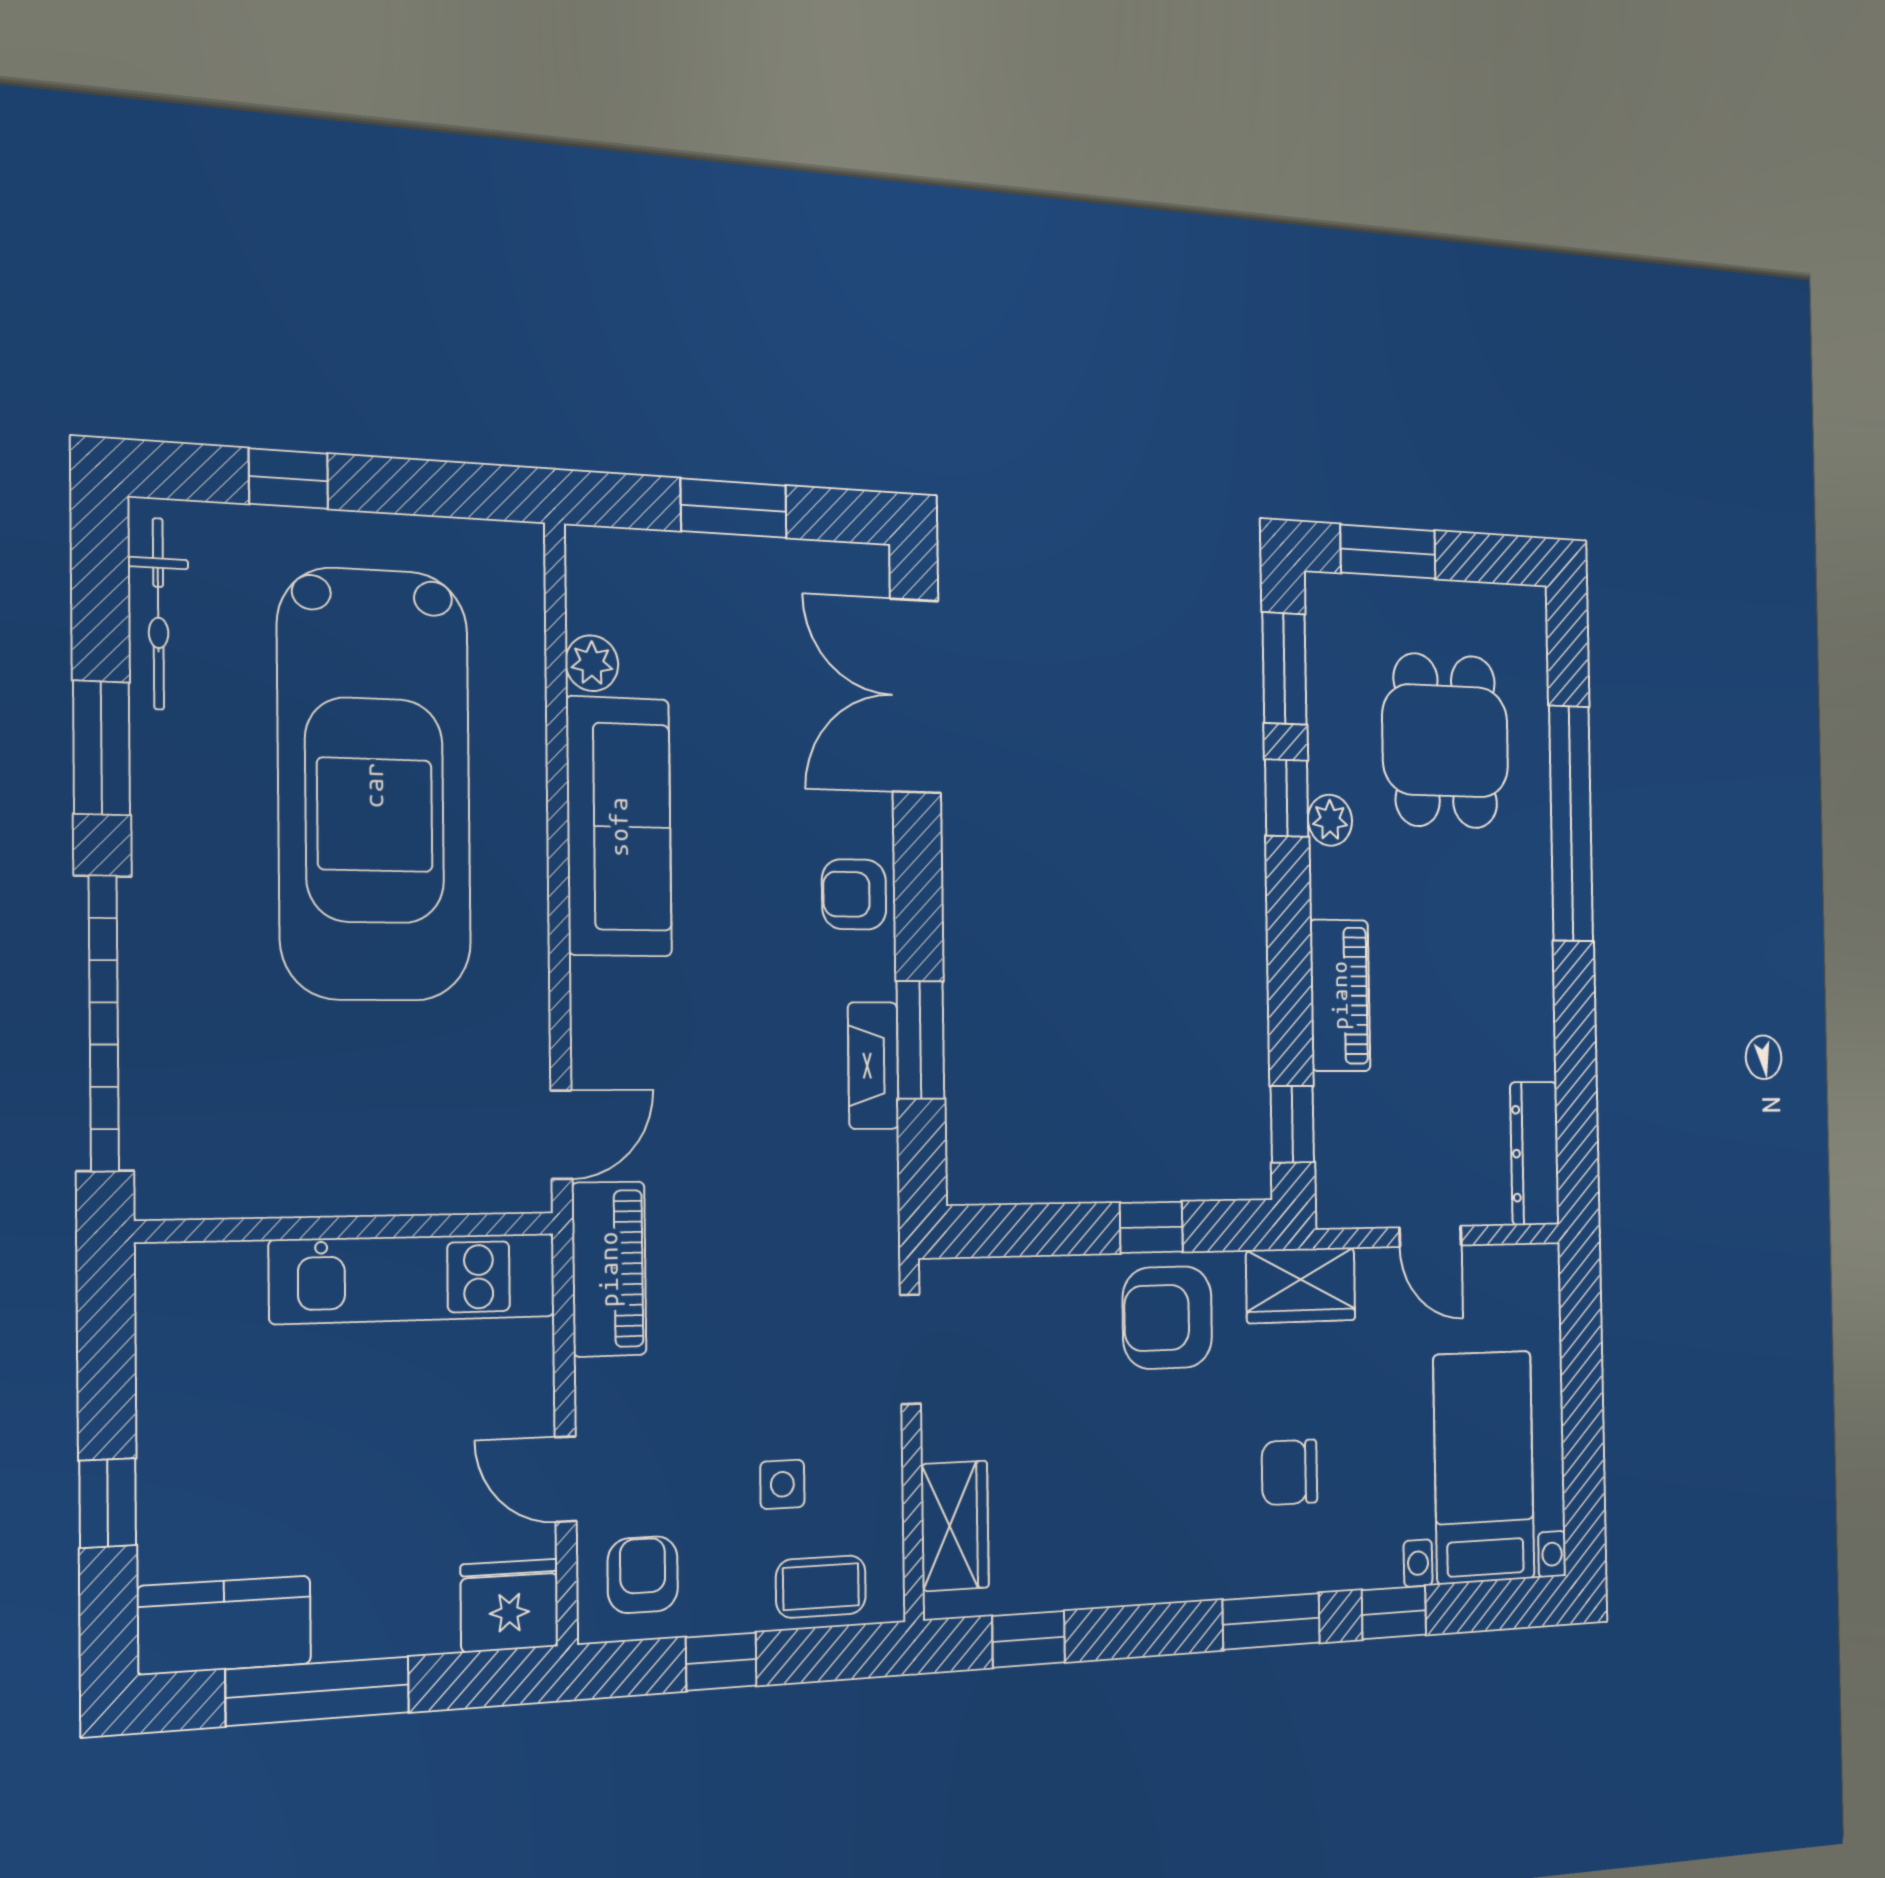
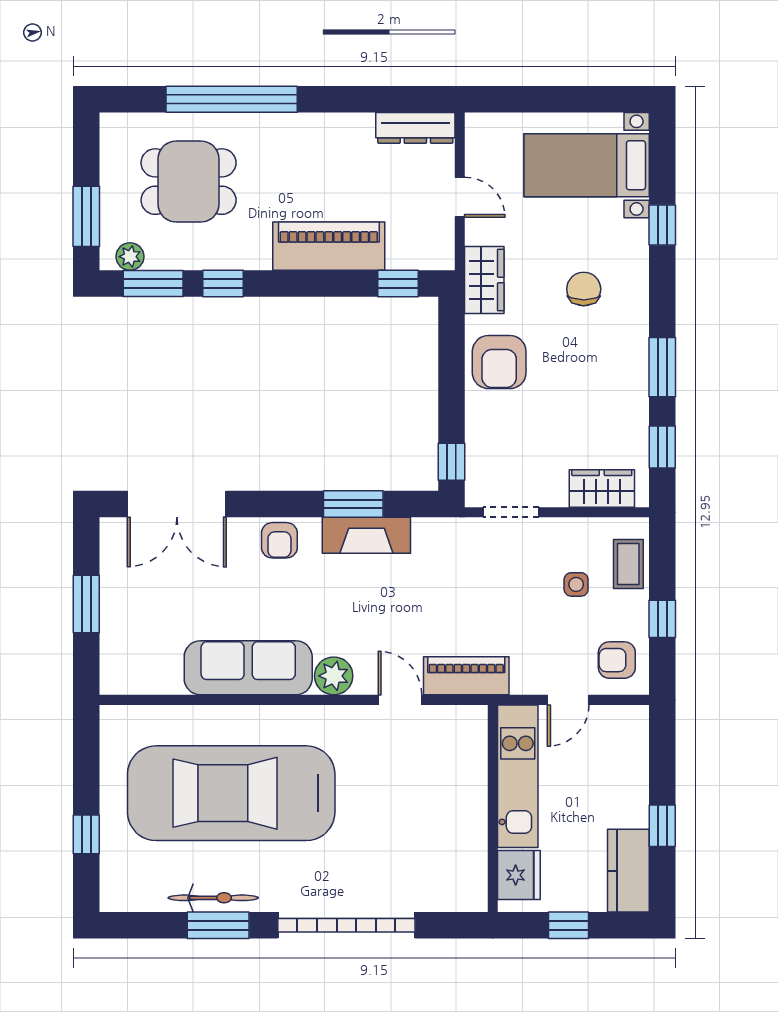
bicycle: (158, 614) -> (213, 898), moved
plant: (592, 663) -> (334, 676), moved, width x1.38, depth x1.38
car: (374, 785) -> (231, 793), turned 180
plant: (1330, 820) -> (130, 257), moved
piano: (1340, 995) -> (329, 246), width x1.37, depth x1.33
fireplace: (873, 1066) -> (366, 535), width x1.37, depth x1.32
wall: (348, 1227) -> (493, 808), moved
window: (1151, 1227) -> (452, 462), moved
door: (1430, 1236) -> (460, 197), hinge flipped
kitchen unit: (414, 1278) -> (518, 776), moved
chair: (1289, 1472) -> (584, 289), turned 180
fridge: (509, 1606) -> (519, 875), moved, turned 180
window: (1271, 1621) -> (662, 367), moved
window: (318, 1691) -> (662, 826), width x0.46

